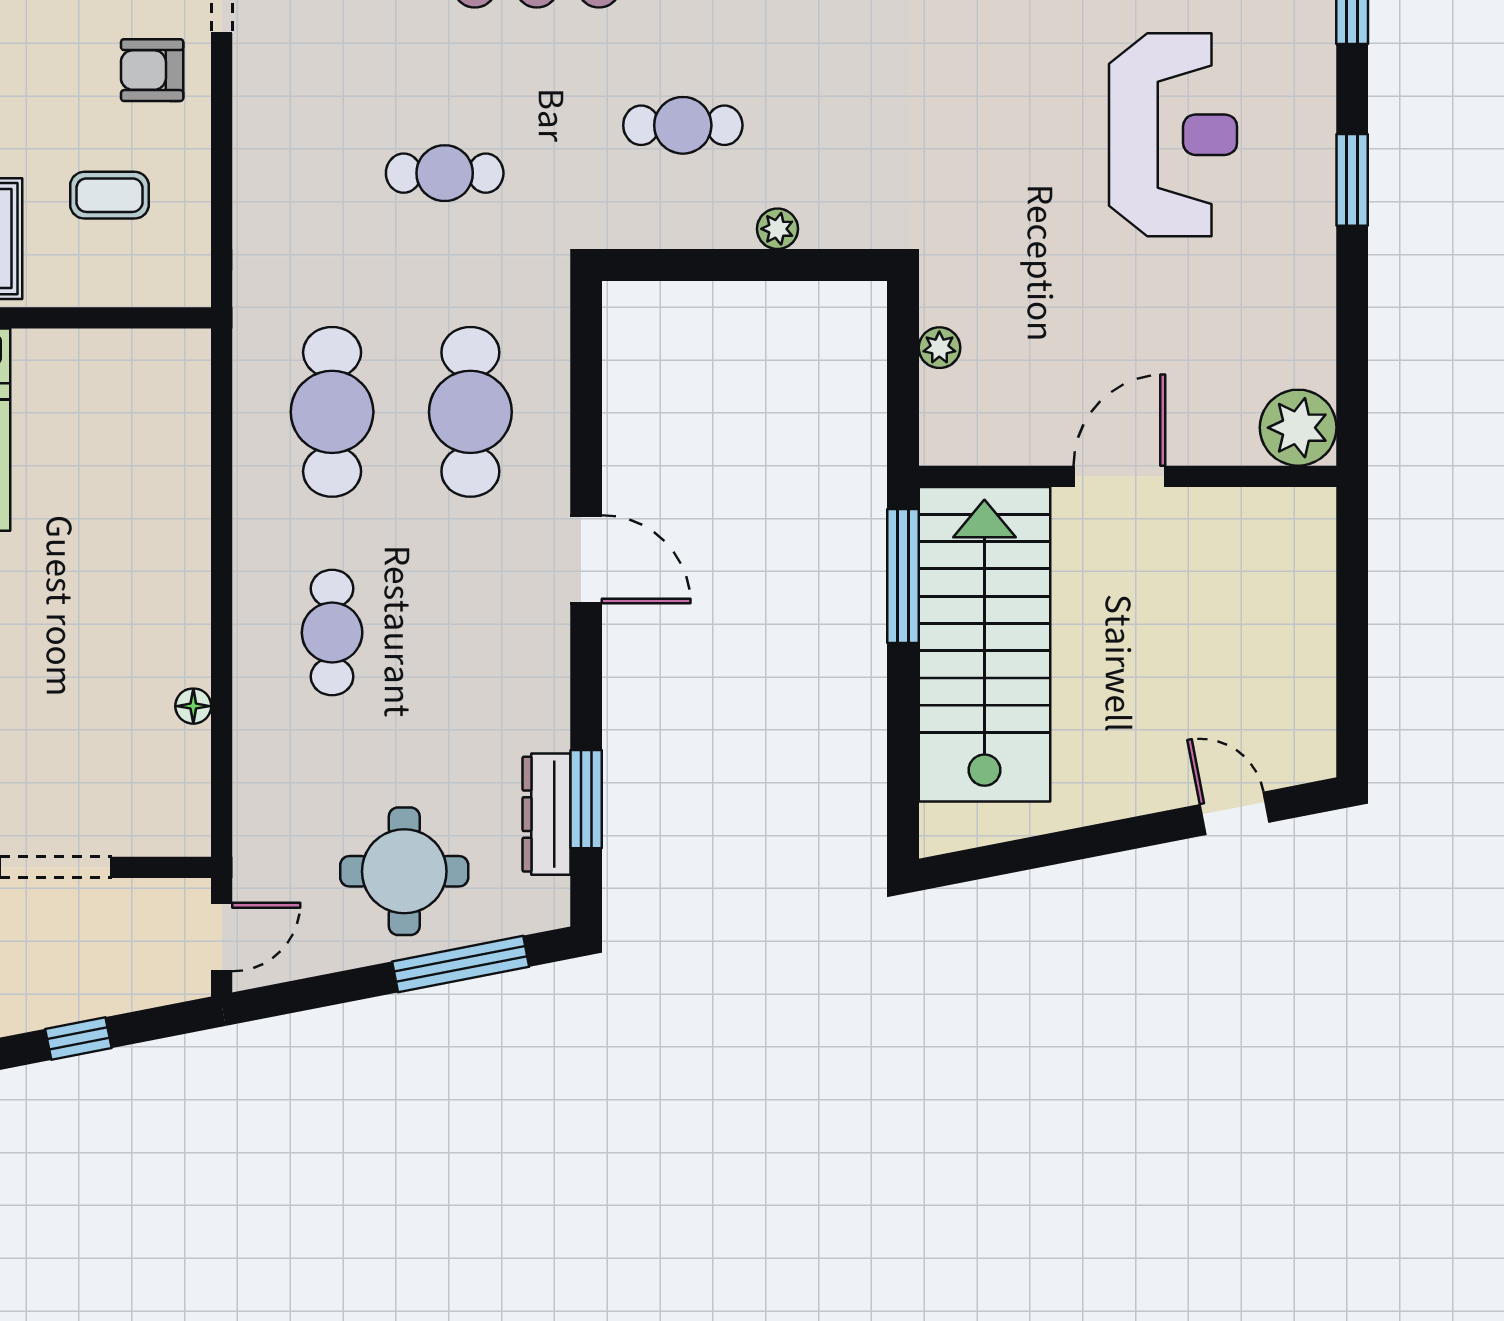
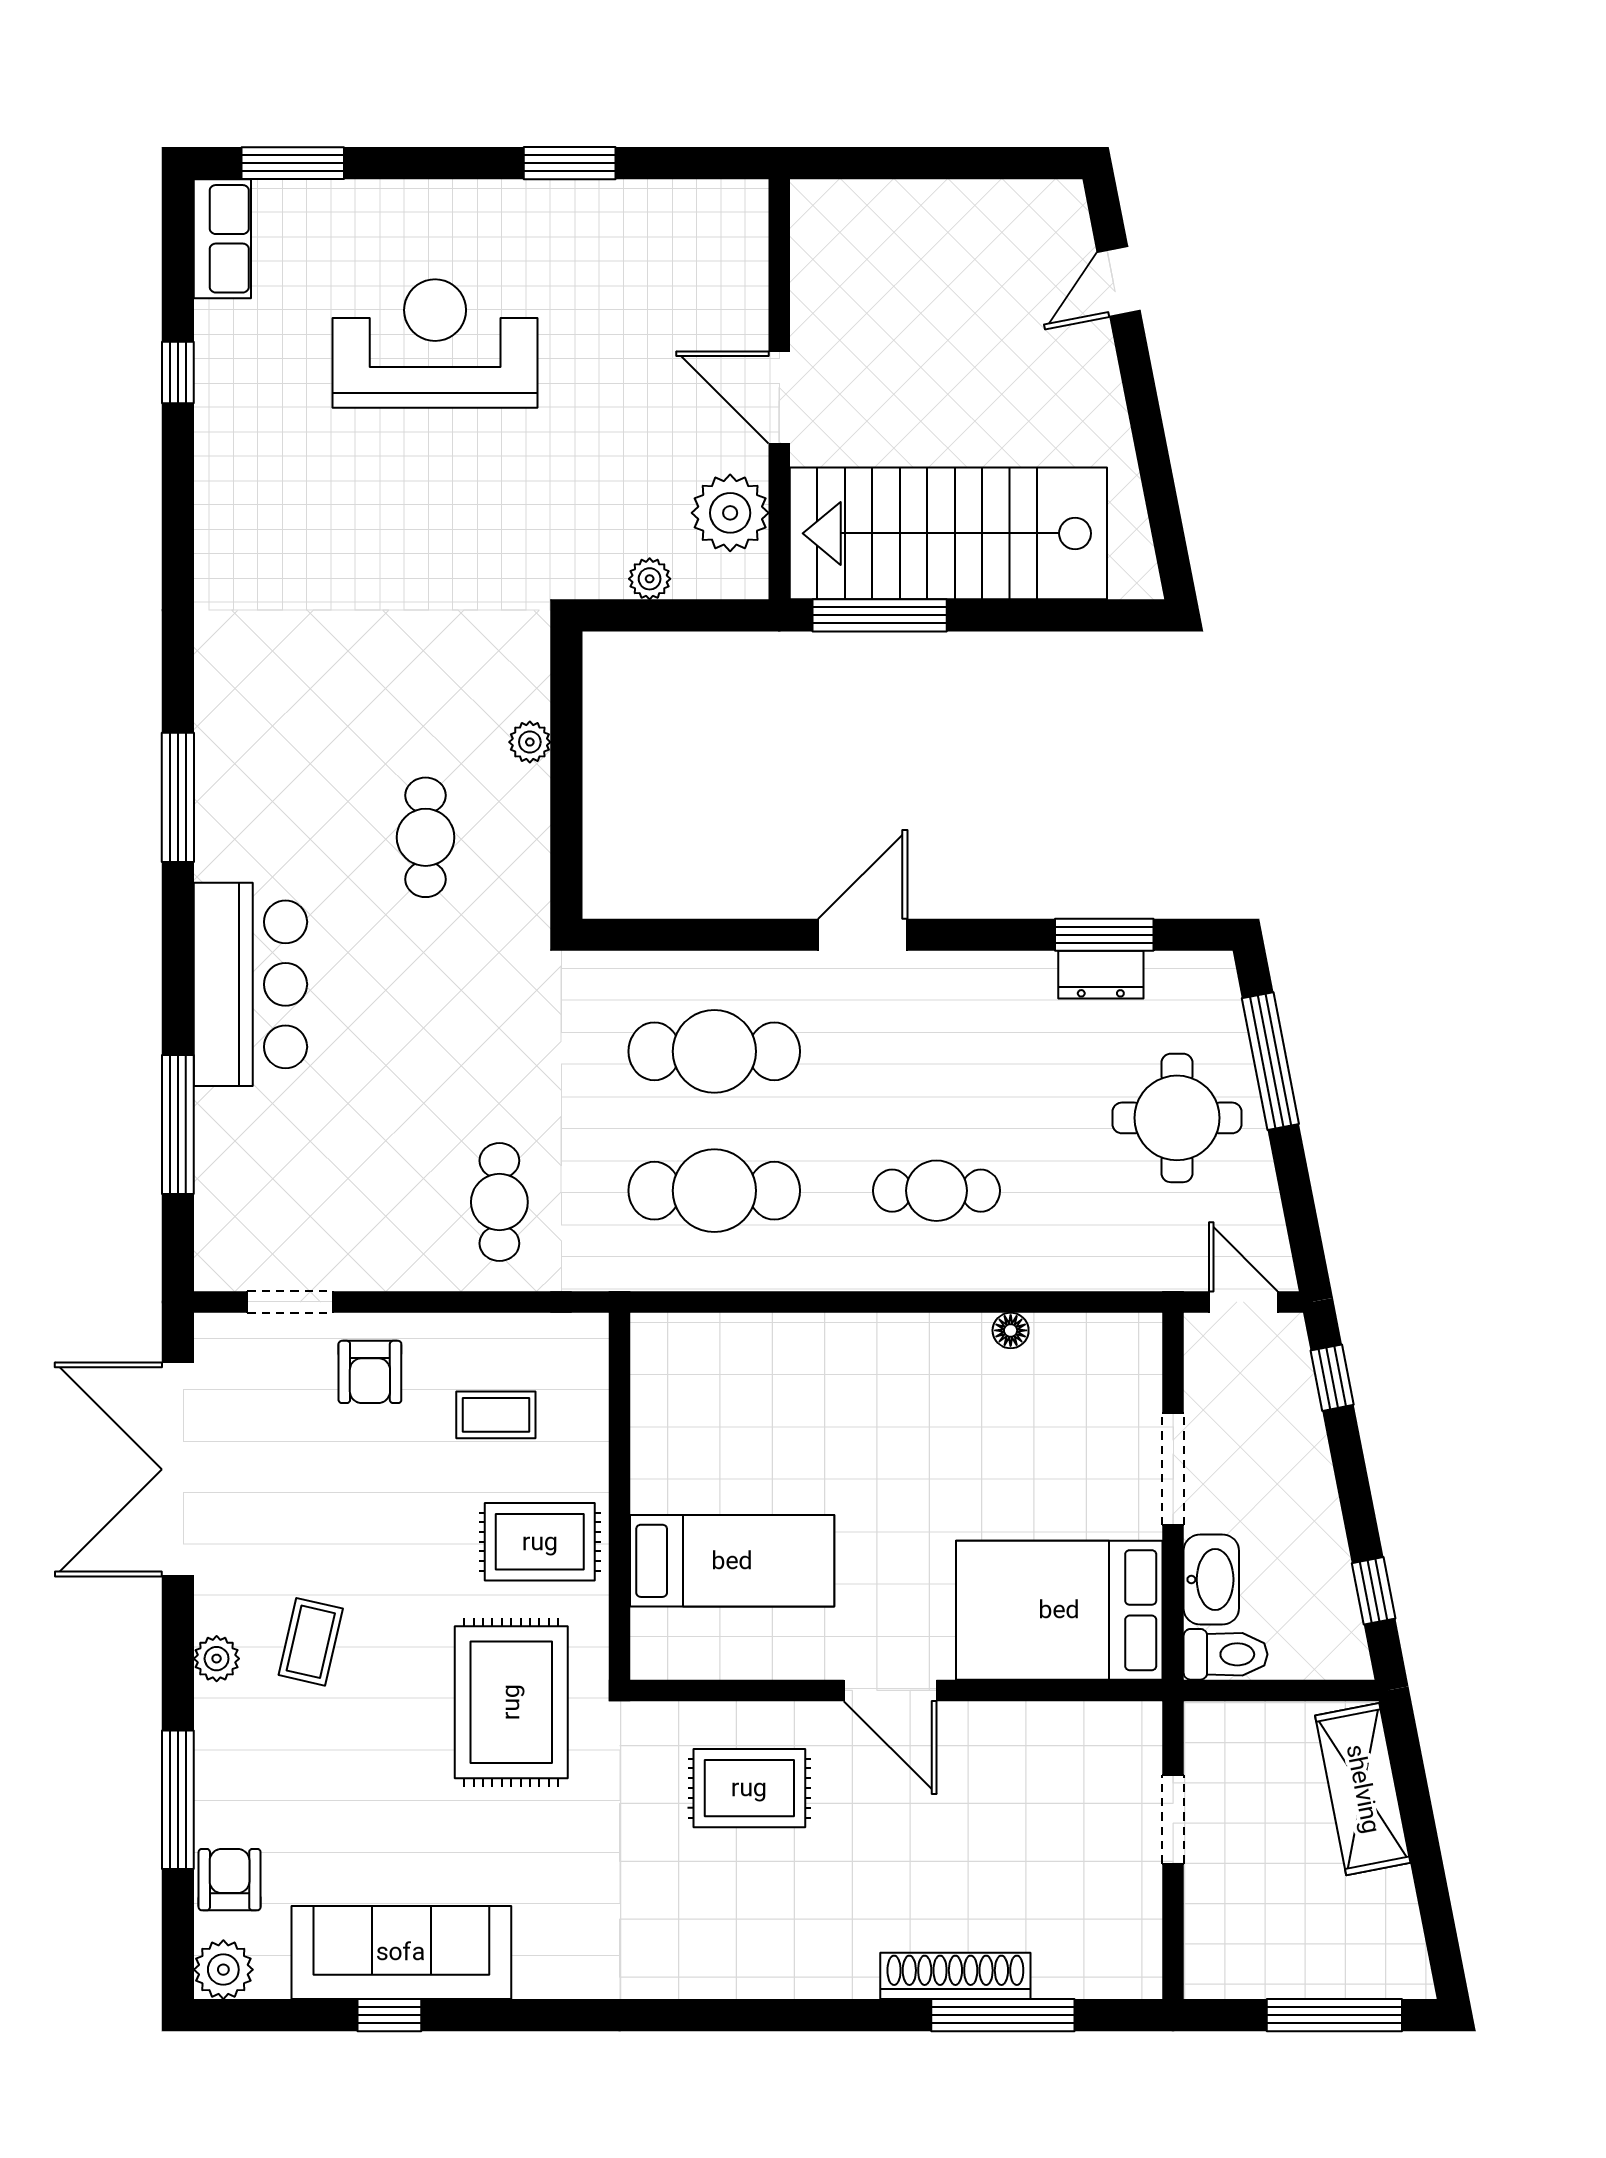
cafe table: (445, 173) -> (499, 1202), moved
window: (1352, 180) -> (570, 163), moved
coffee table: (109, 195) -> (496, 1415), turned 90
plant: (1298, 428) -> (730, 513), moved
dresser: (547, 814) -> (1101, 975), width x0.70
window: (78, 1038) -> (1332, 1378), moved

